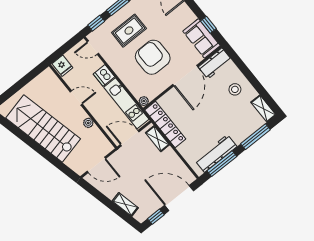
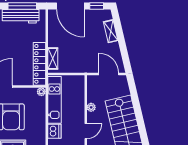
door: (76, 98) -> (86, 131), swing flipped
door: (130, 138) -> (71, 74), removed

